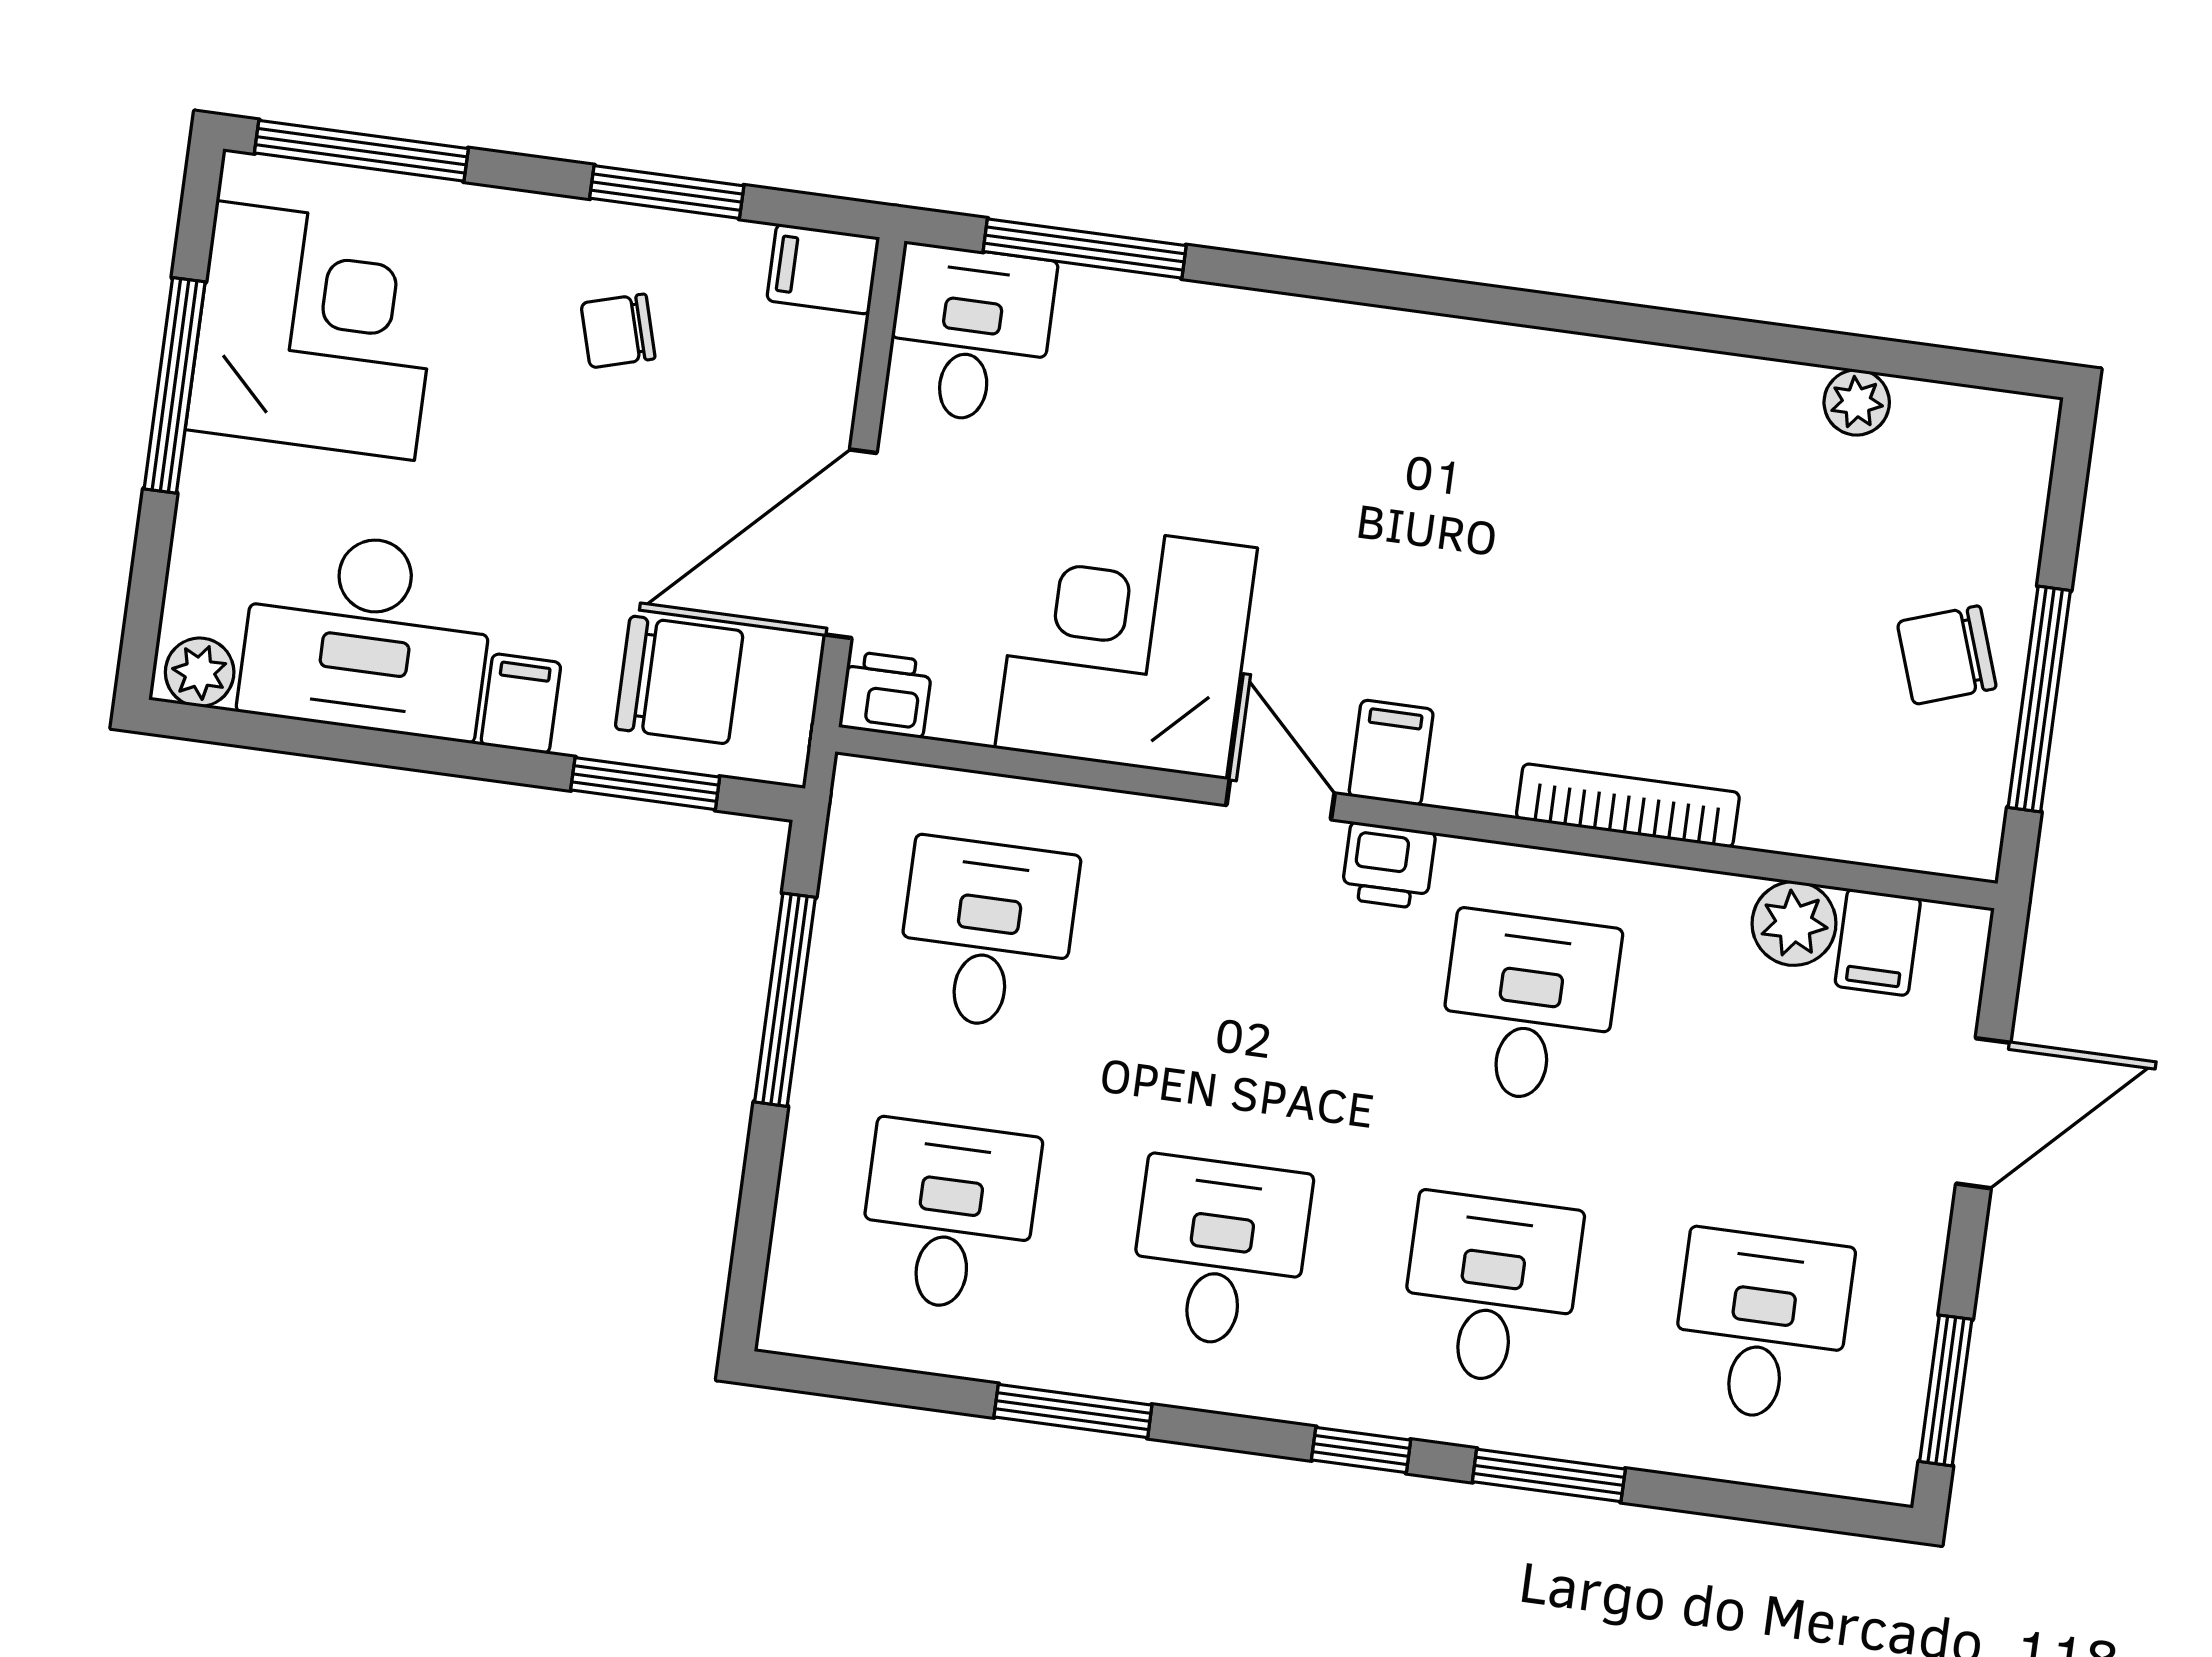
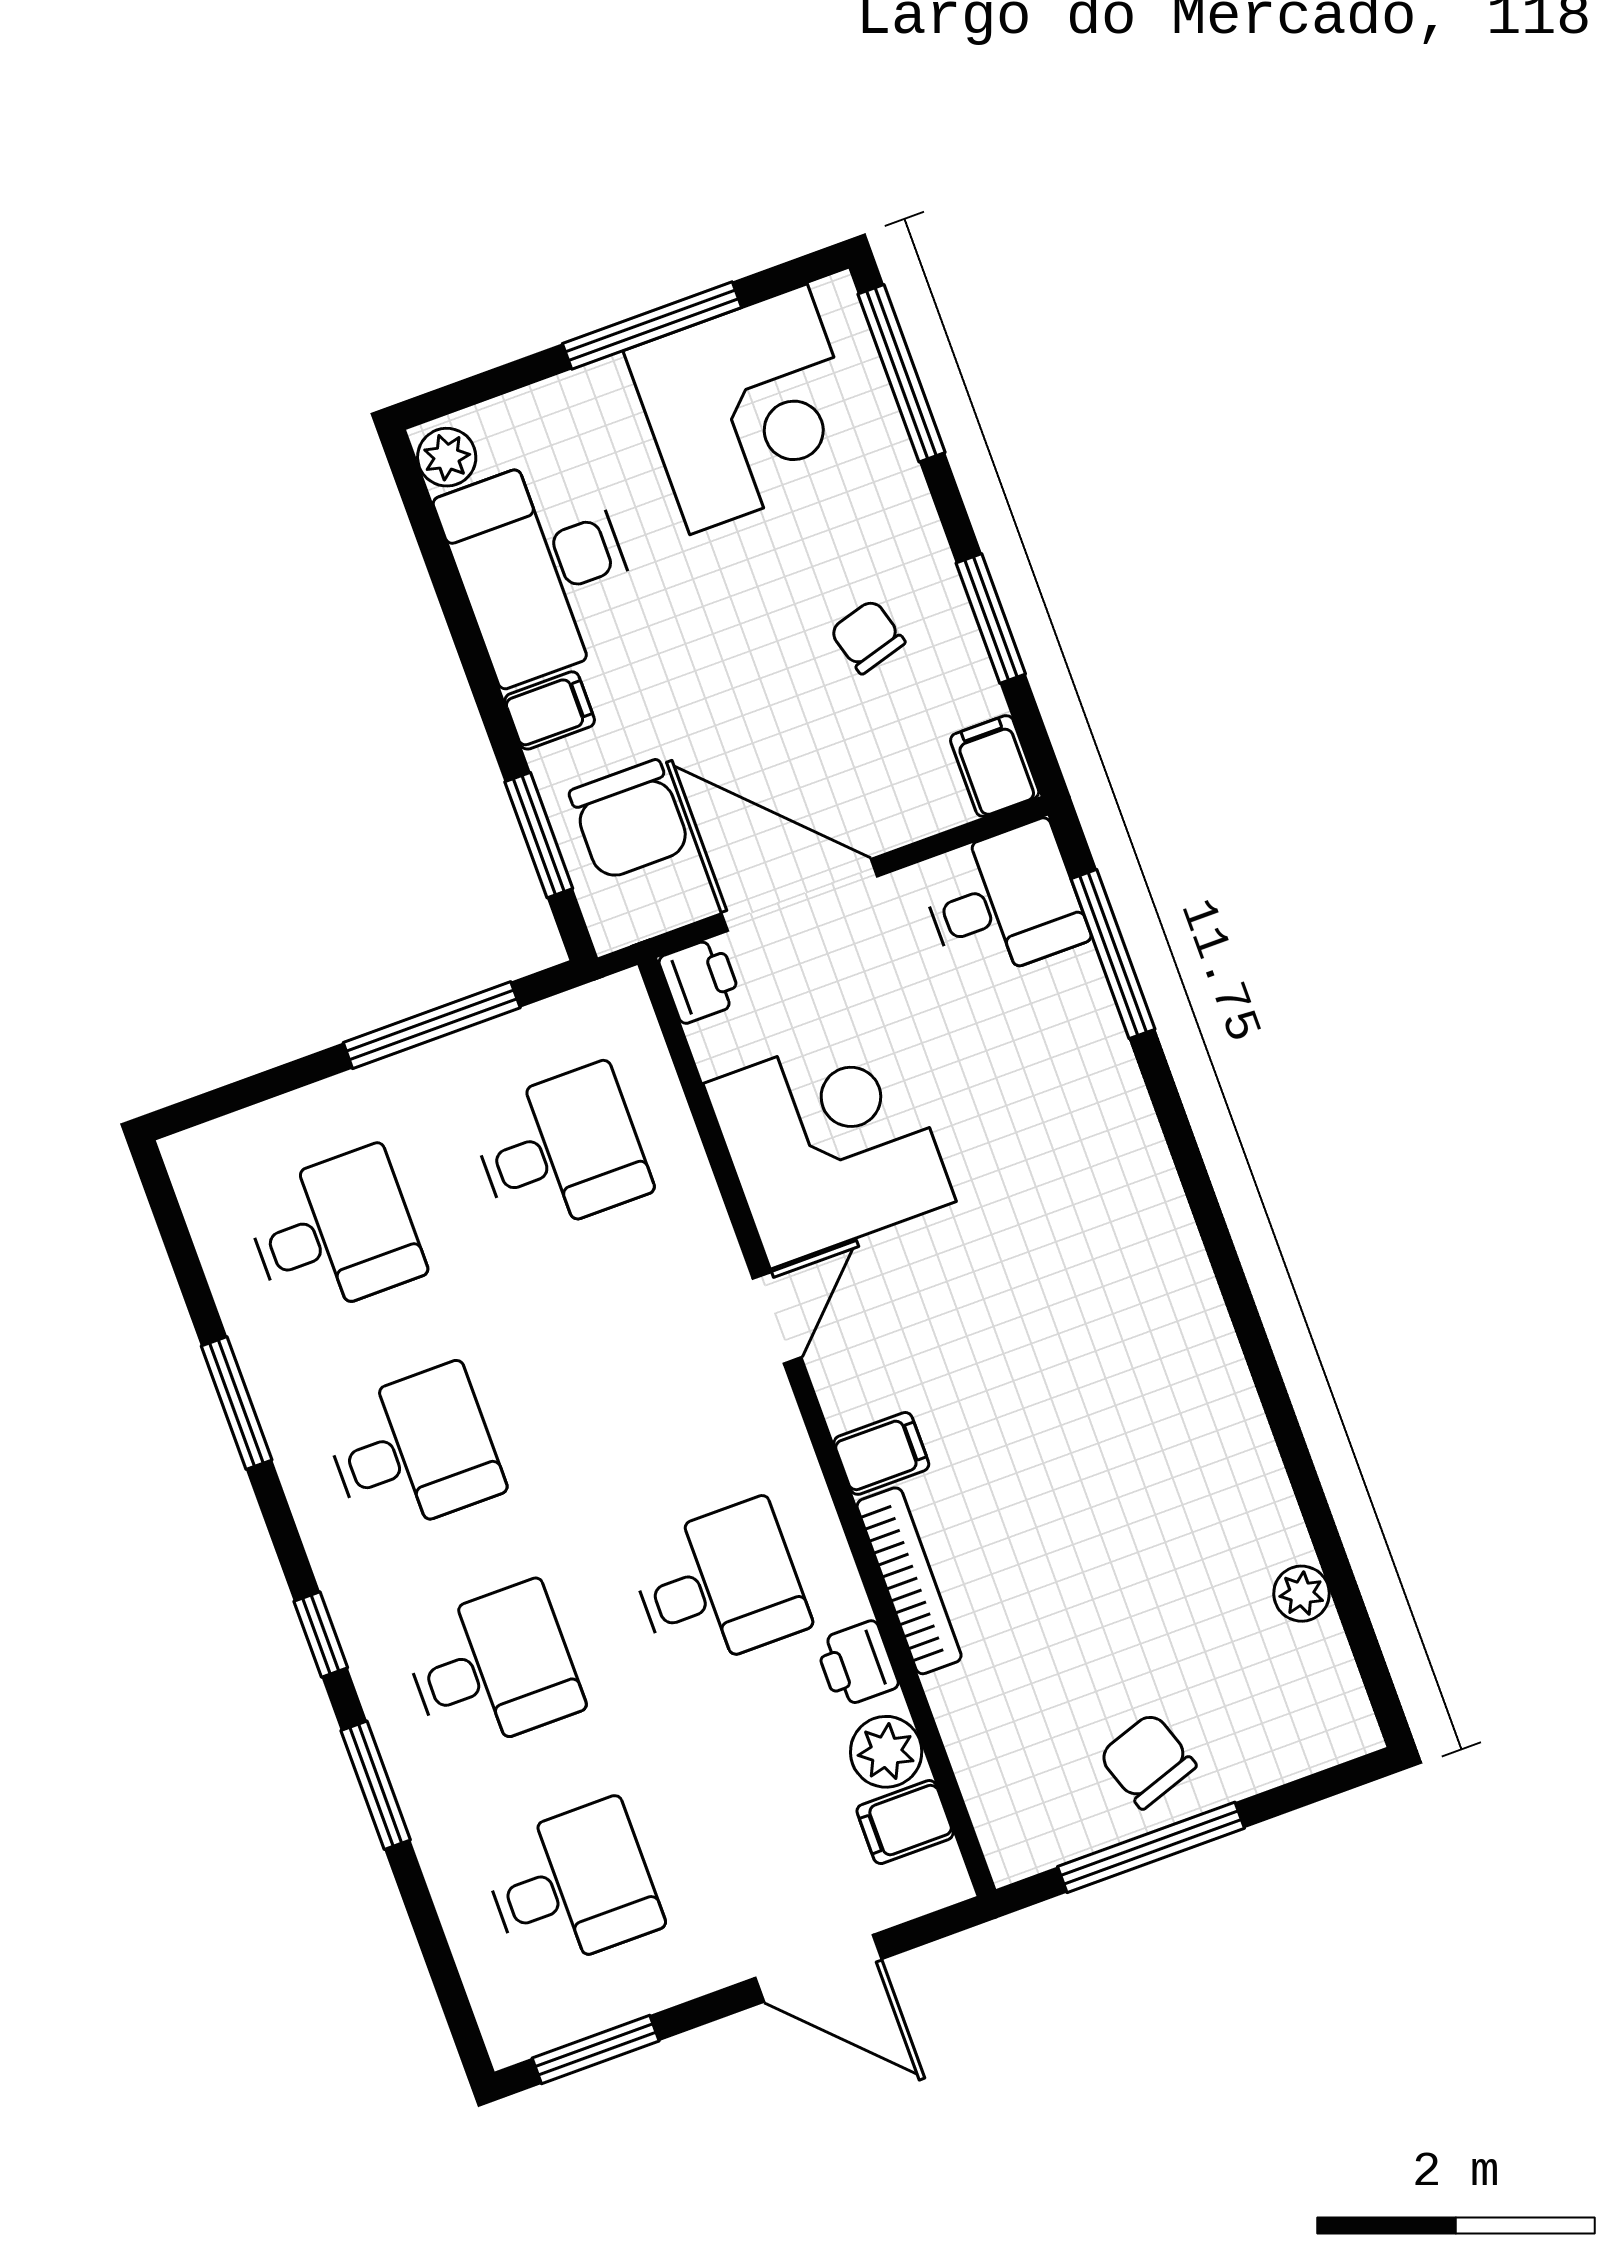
filing cabinet: (1391, 753) -> (881, 1453), moved
printer: (1388, 865) -> (857, 1664), moved

